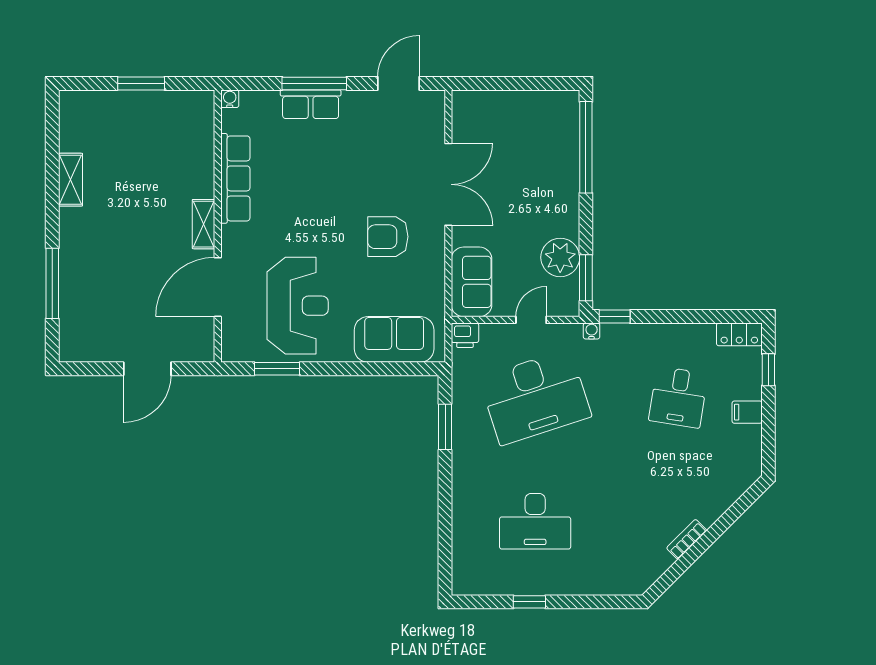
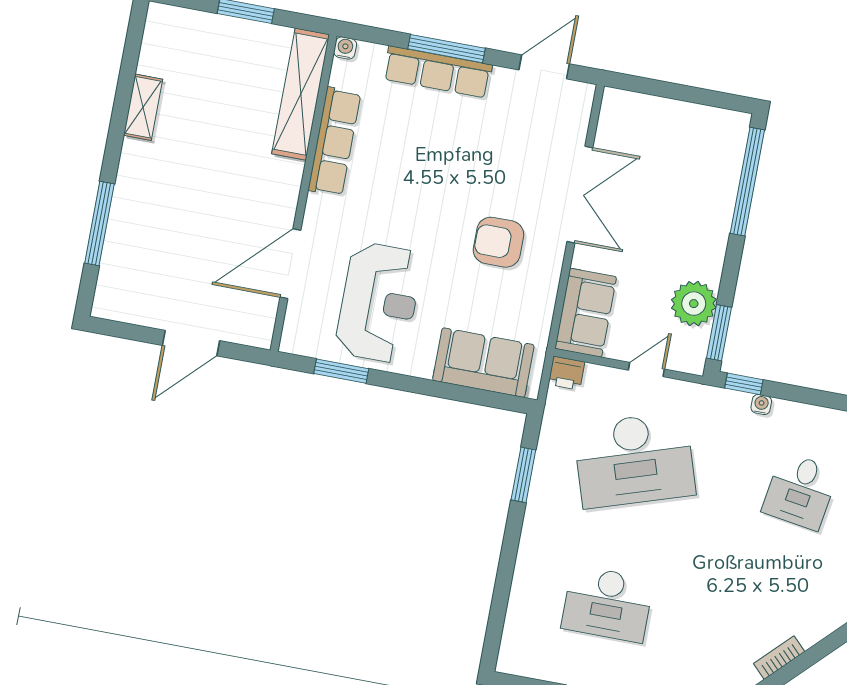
row of seats: (311, 104) -> (438, 72), width x1.48
shelving: (204, 224) -> (301, 94), moved, width x2.20, depth x1.33
water cooler: (592, 331) -> (761, 404), moved

